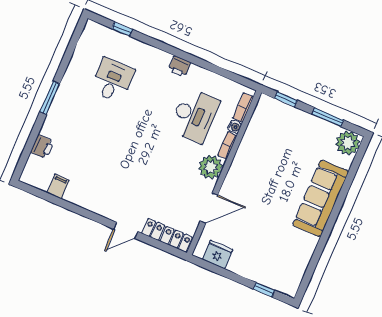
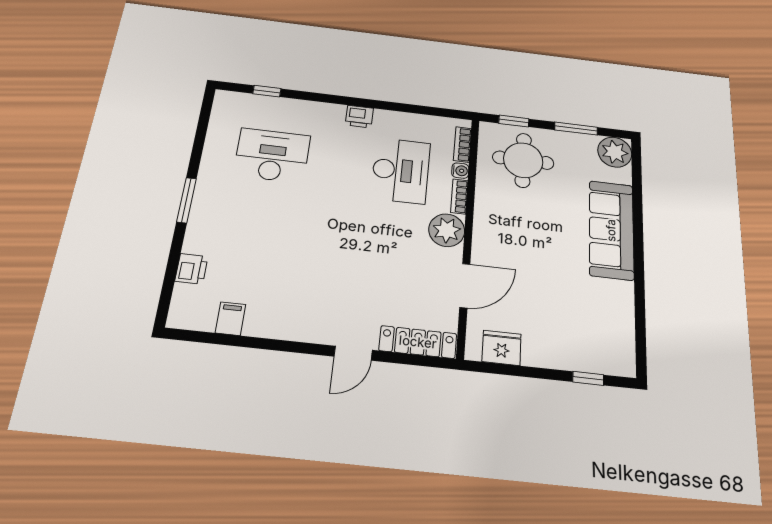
desk: (113, 80) -> (272, 155), width x1.37
round table: (281, 131) -> (523, 160), added

